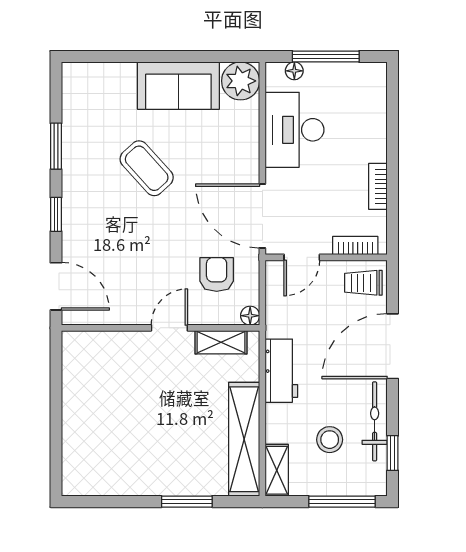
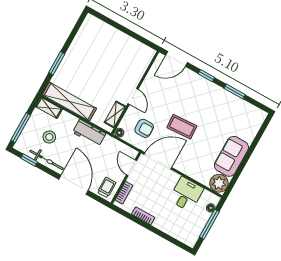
desk: (294, 130) -> (186, 194), width x0.73
coffee table: (147, 168) -> (182, 127), moved, turned 39

